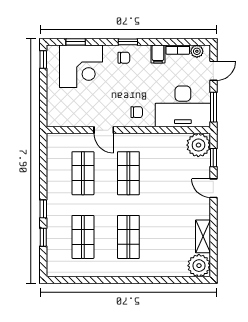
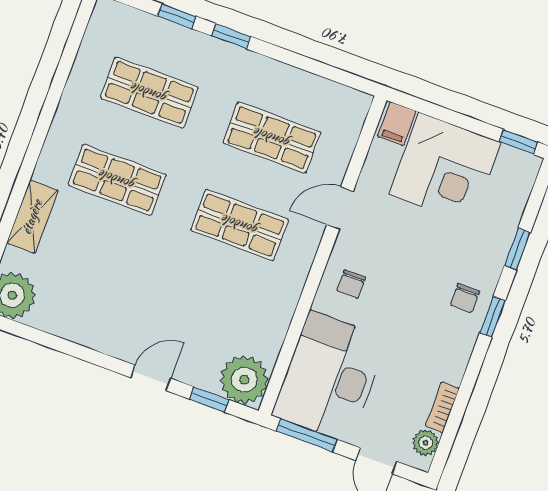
window: (76, 42) -> (517, 249), moved
filing cabinet: (158, 54) -> (397, 124), moved, turned -90
corner desk: (81, 66) -> (445, 168), moved, turned -90
shelving: (203, 236) -> (32, 217), moved, turned 90

